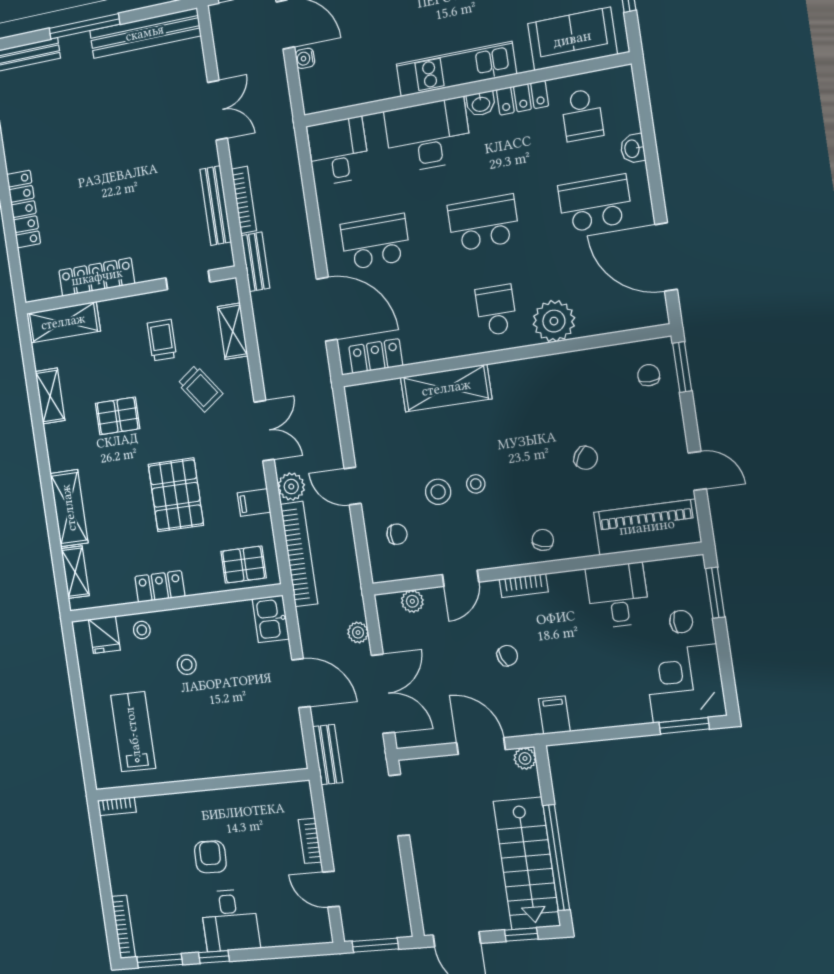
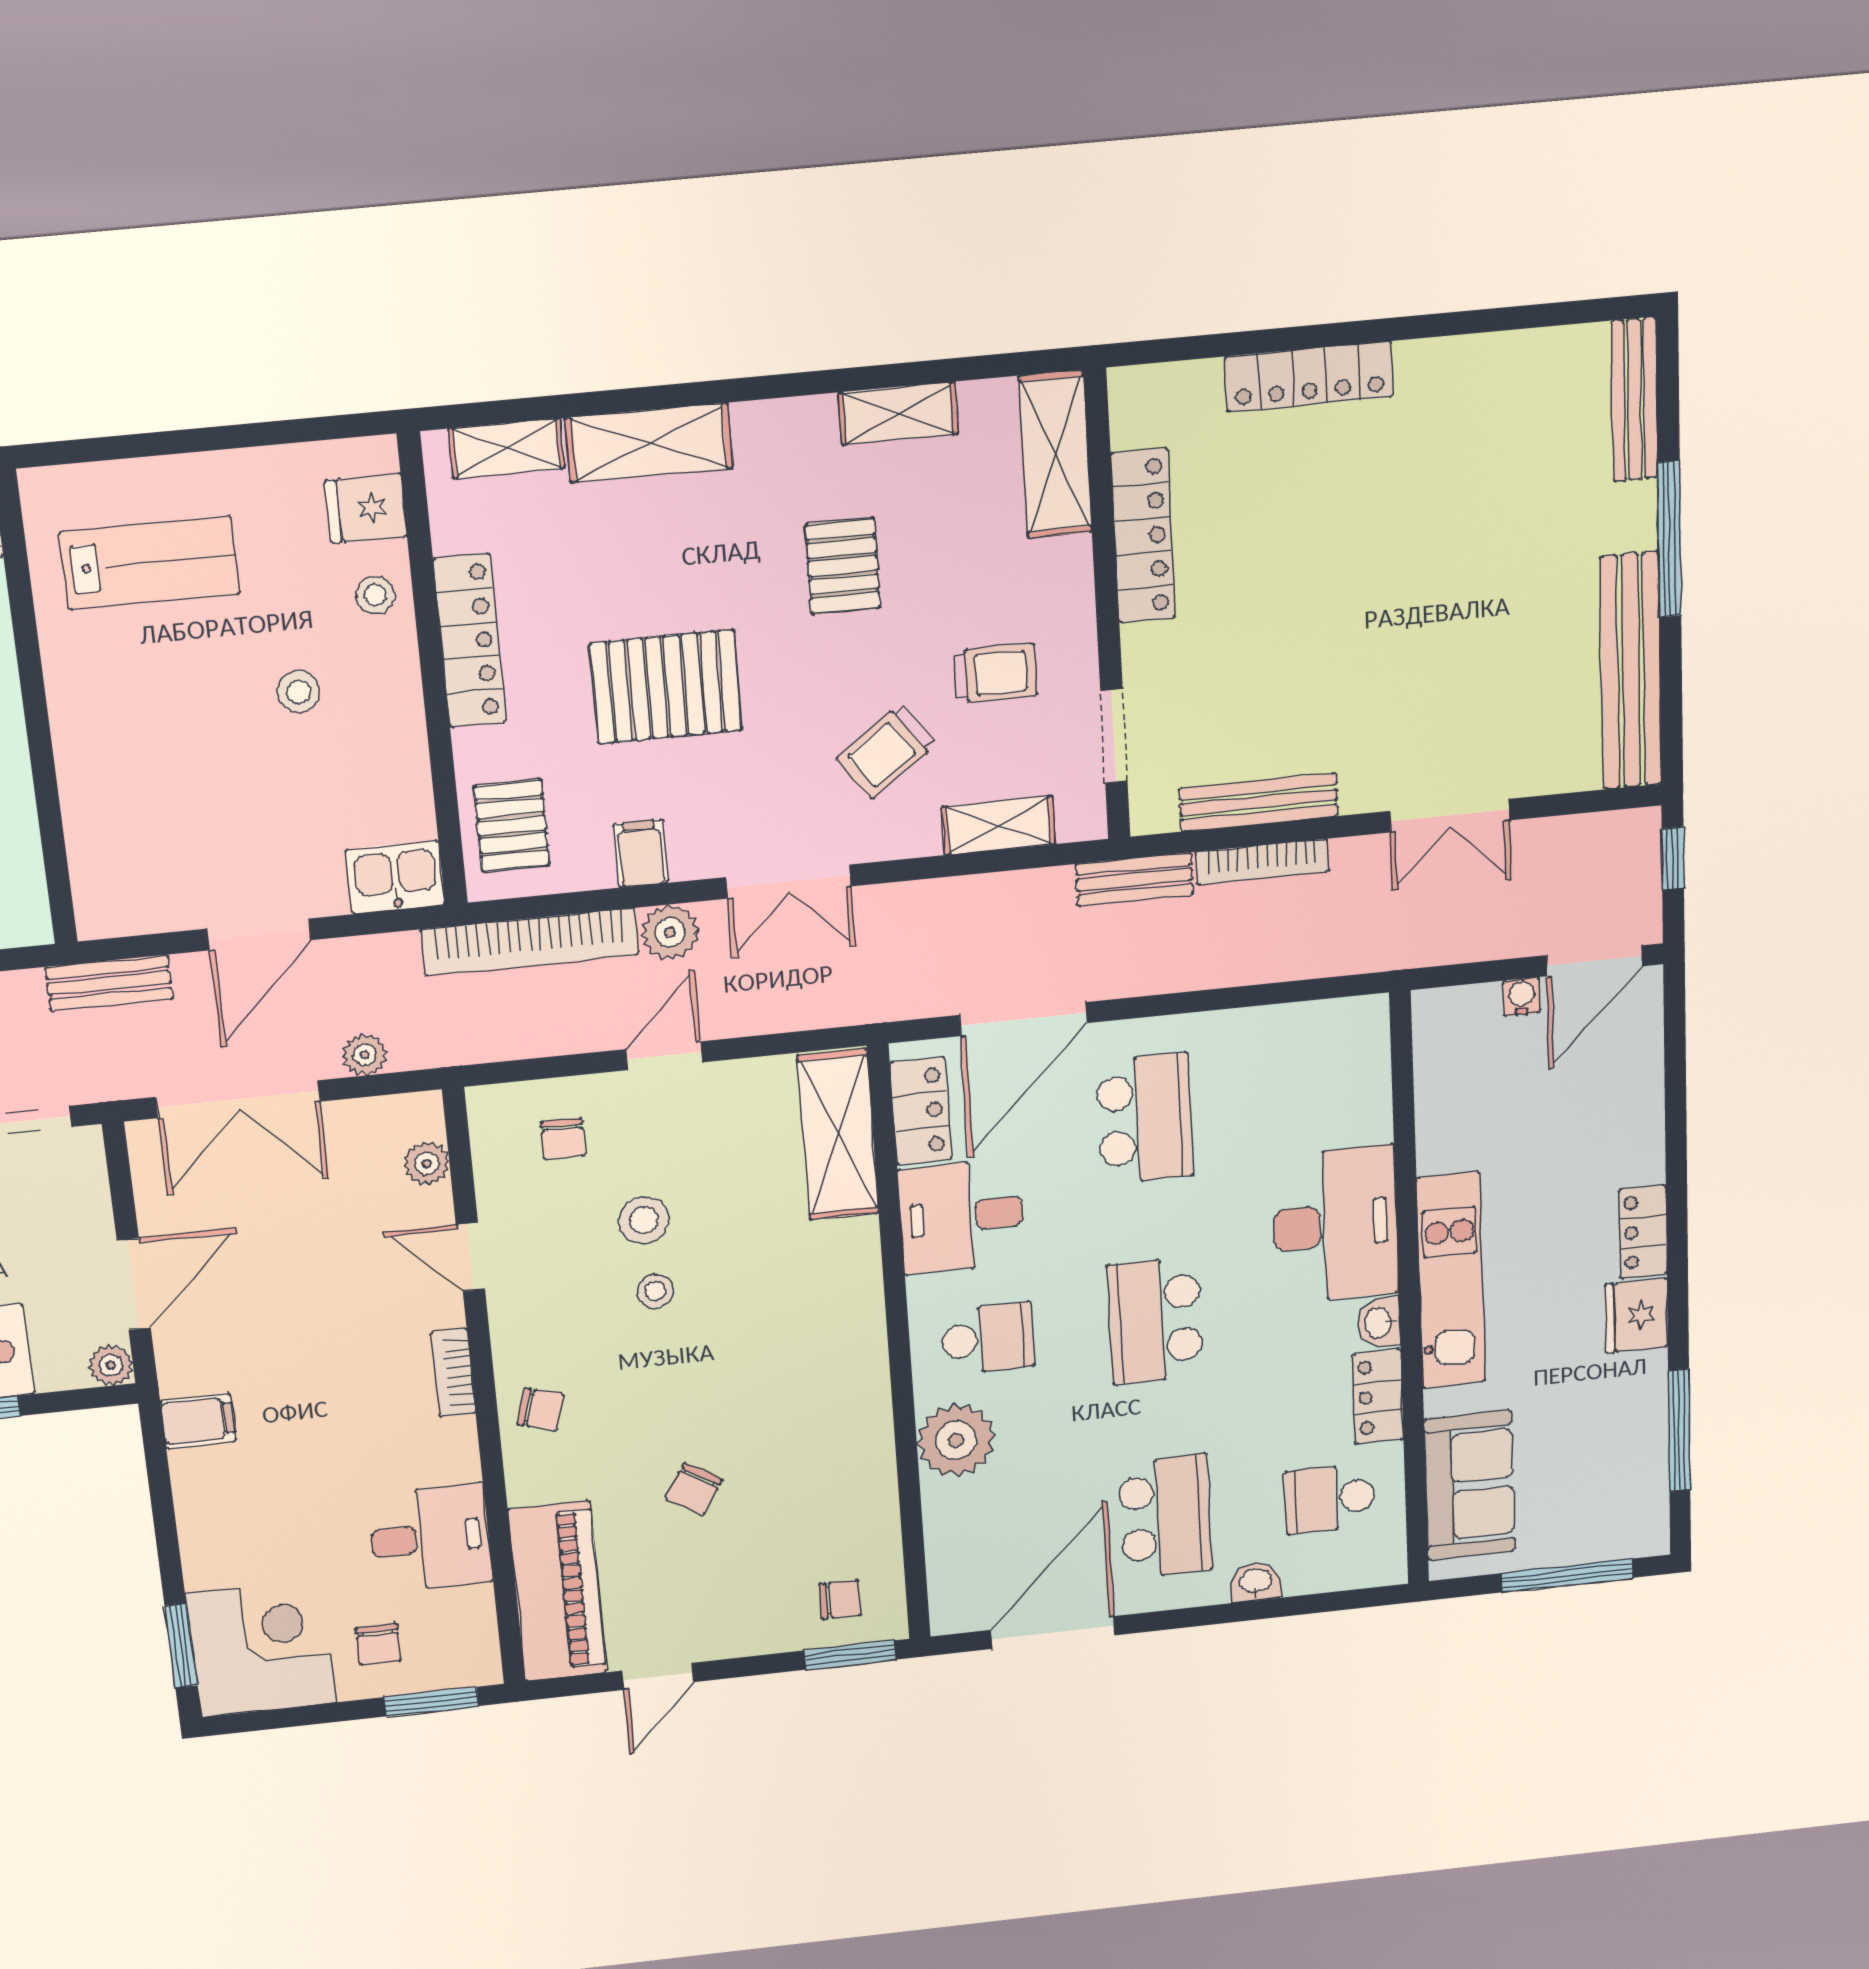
desk: (338, 151) -> (961, 1216), moved, turned 180
school desk: (483, 223) -> (1155, 1321), turned 180
shelving: (446, 388) -> (838, 1135), moved
locker: (160, 586) -> (470, 641), width x1.53
chair: (507, 656) -> (316, 1339), removed

